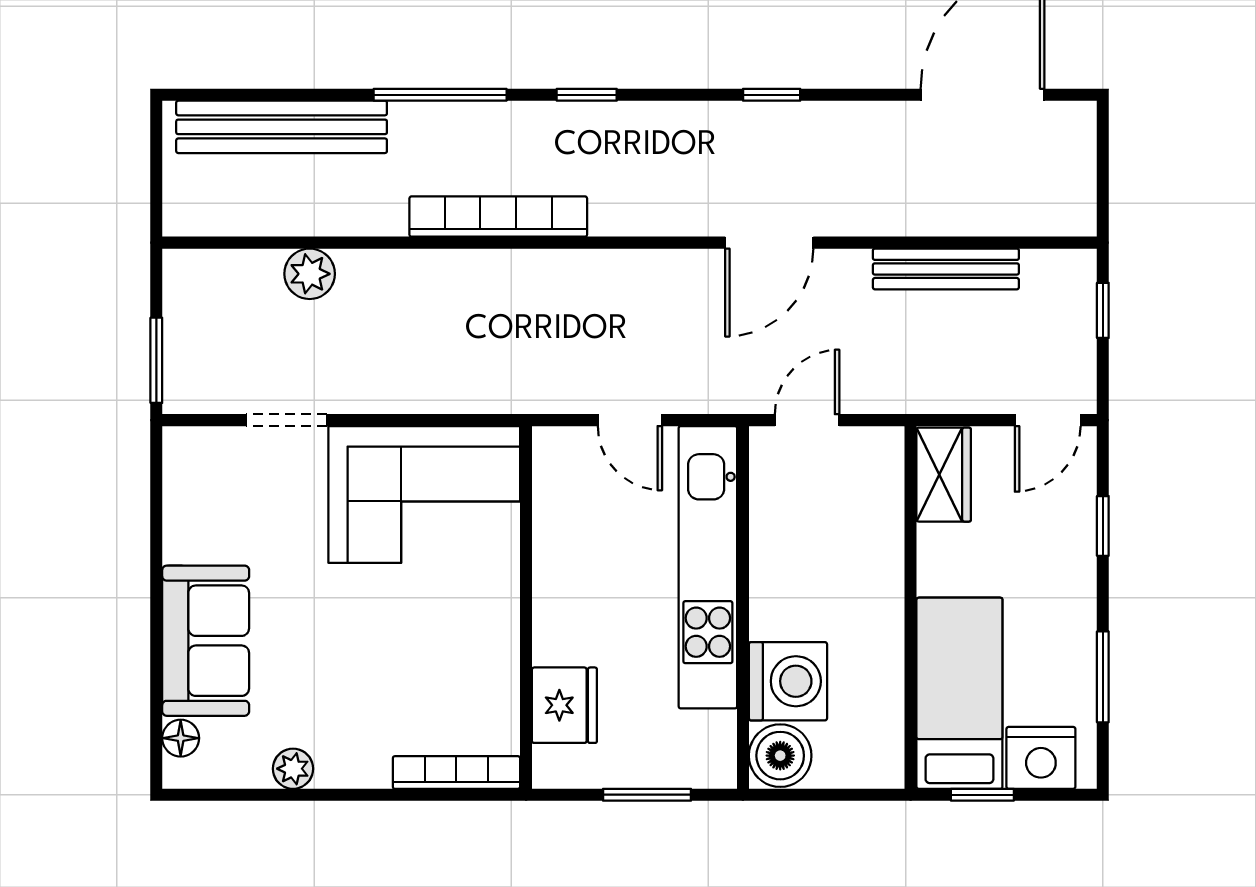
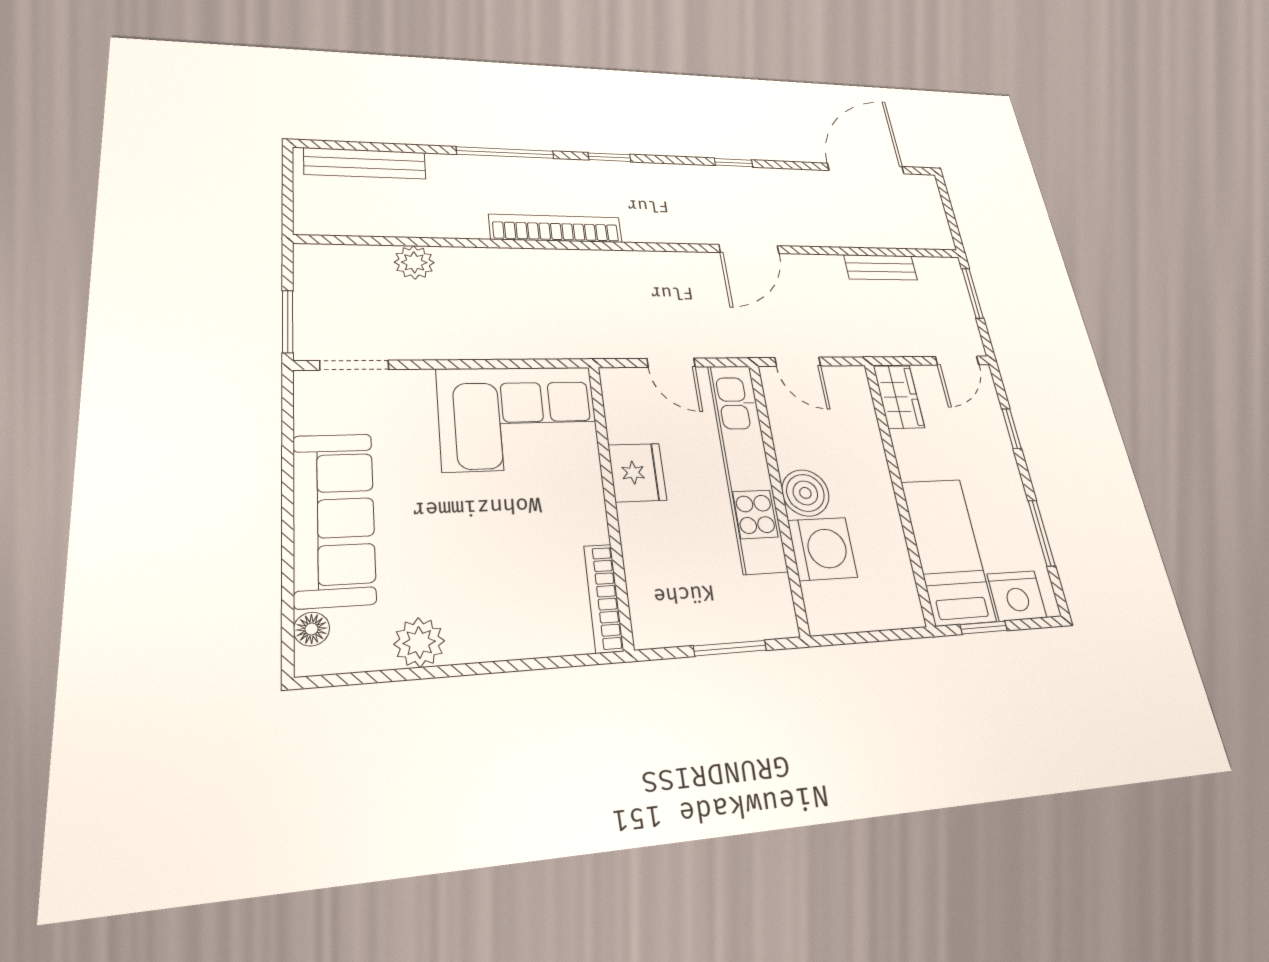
bench: (282, 127) -> (365, 163), width x0.73, depth x0.82
bench: (946, 269) -> (881, 267), width x0.73
window: (1103, 310) -> (973, 293), width x1.50
doorway: (286, 420) -> (354, 365), moved
door: (807, 420) -> (798, 362), swing flipped
sofa: (206, 641) -> (334, 518), width x1.36
fridge: (564, 705) -> (637, 472), moved
boiler: (780, 756) -> (805, 493), moved
plant: (293, 769) -> (419, 642), width x1.38, depth x1.38
bookcase: (456, 773) -> (604, 598), moved, turned -90

